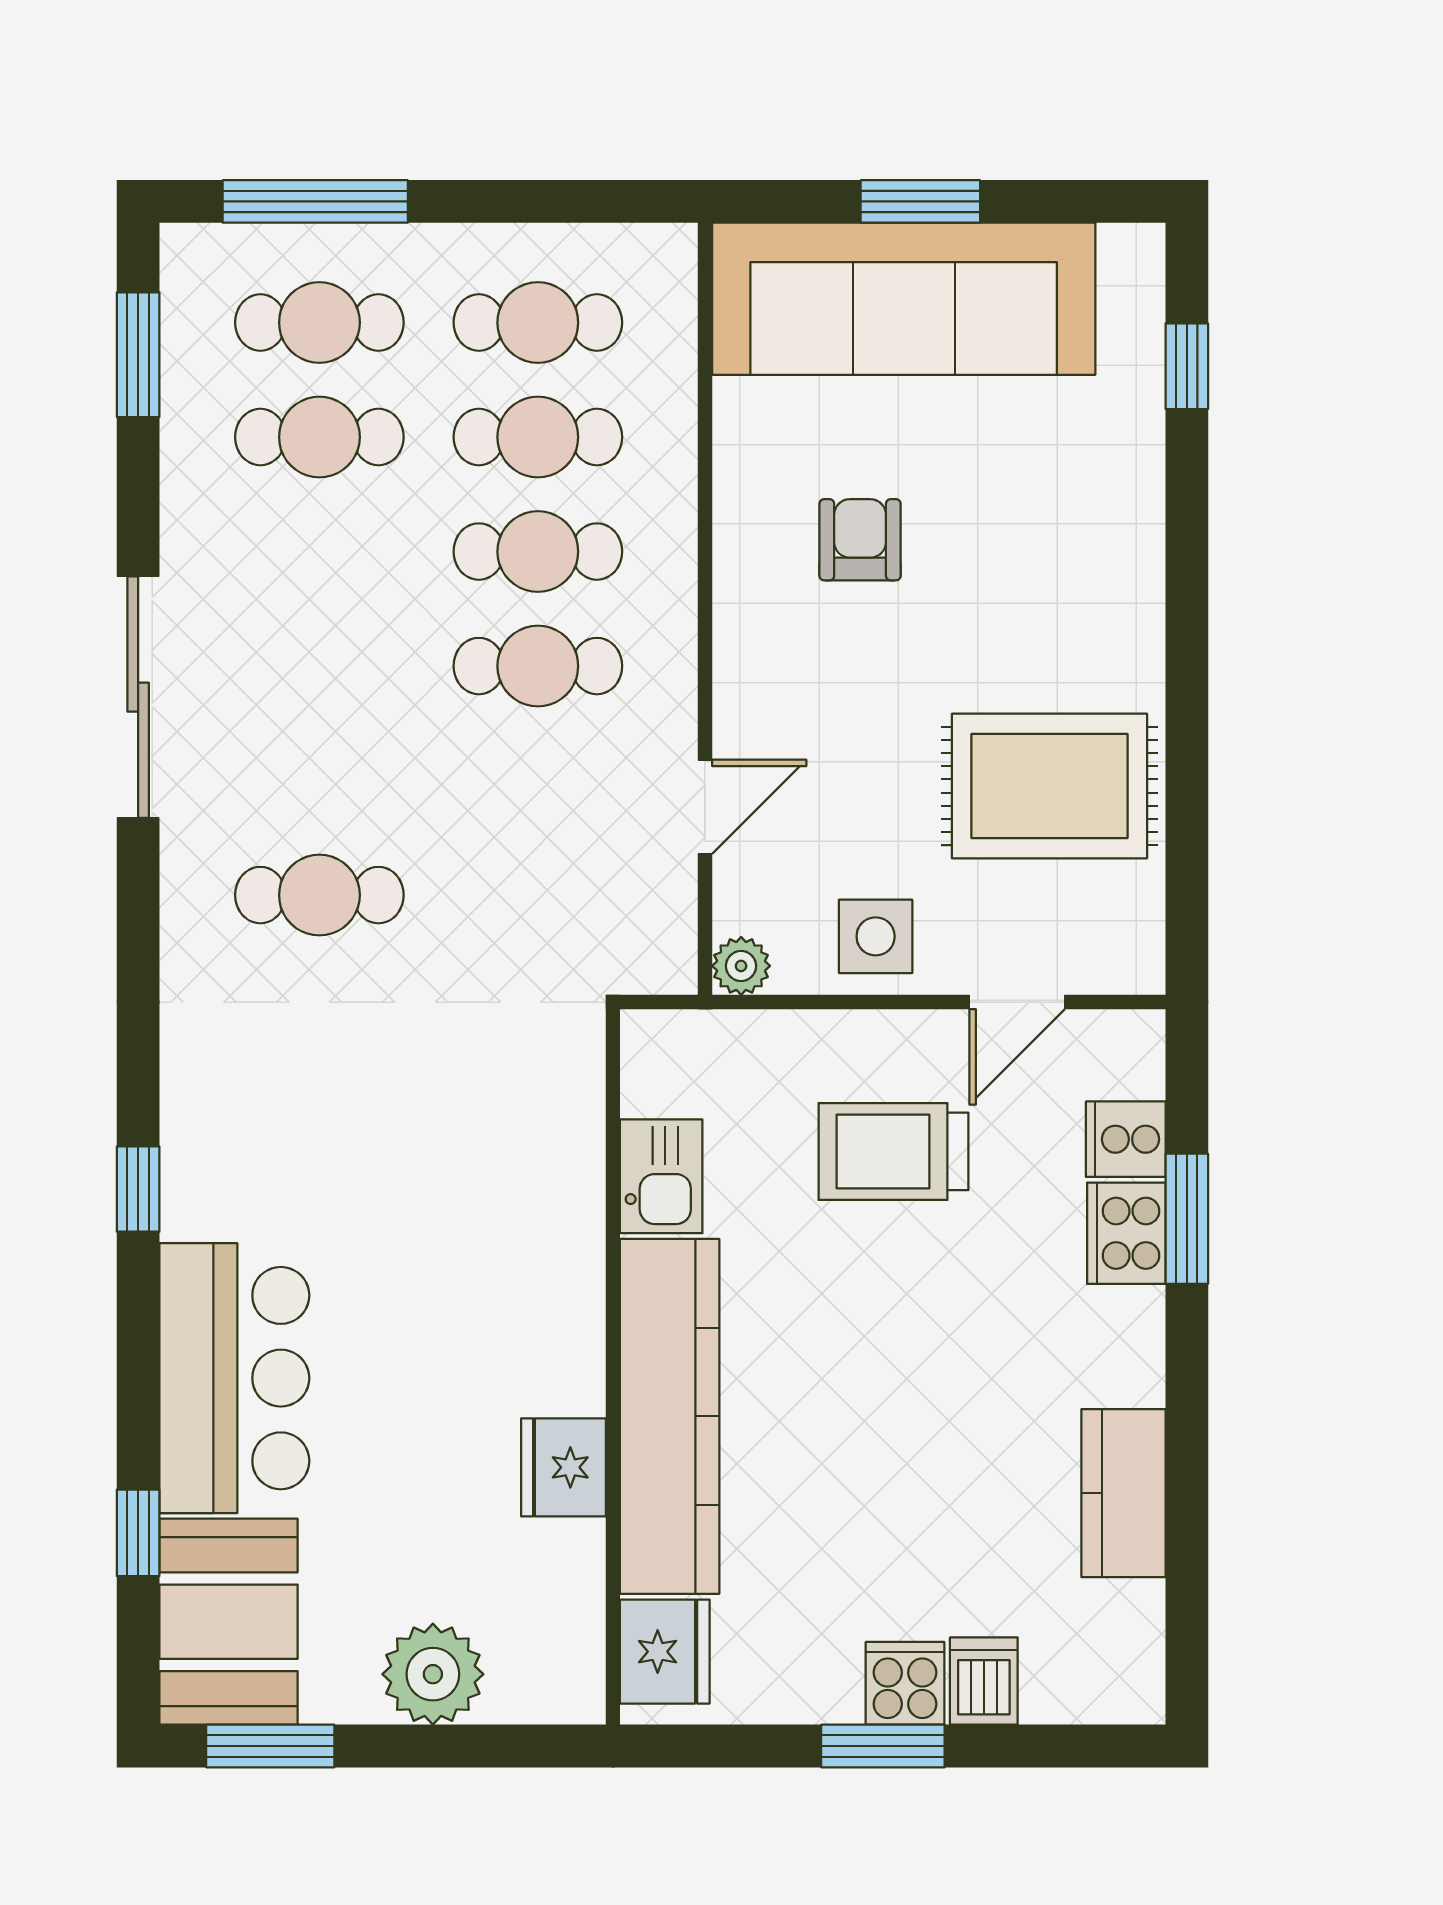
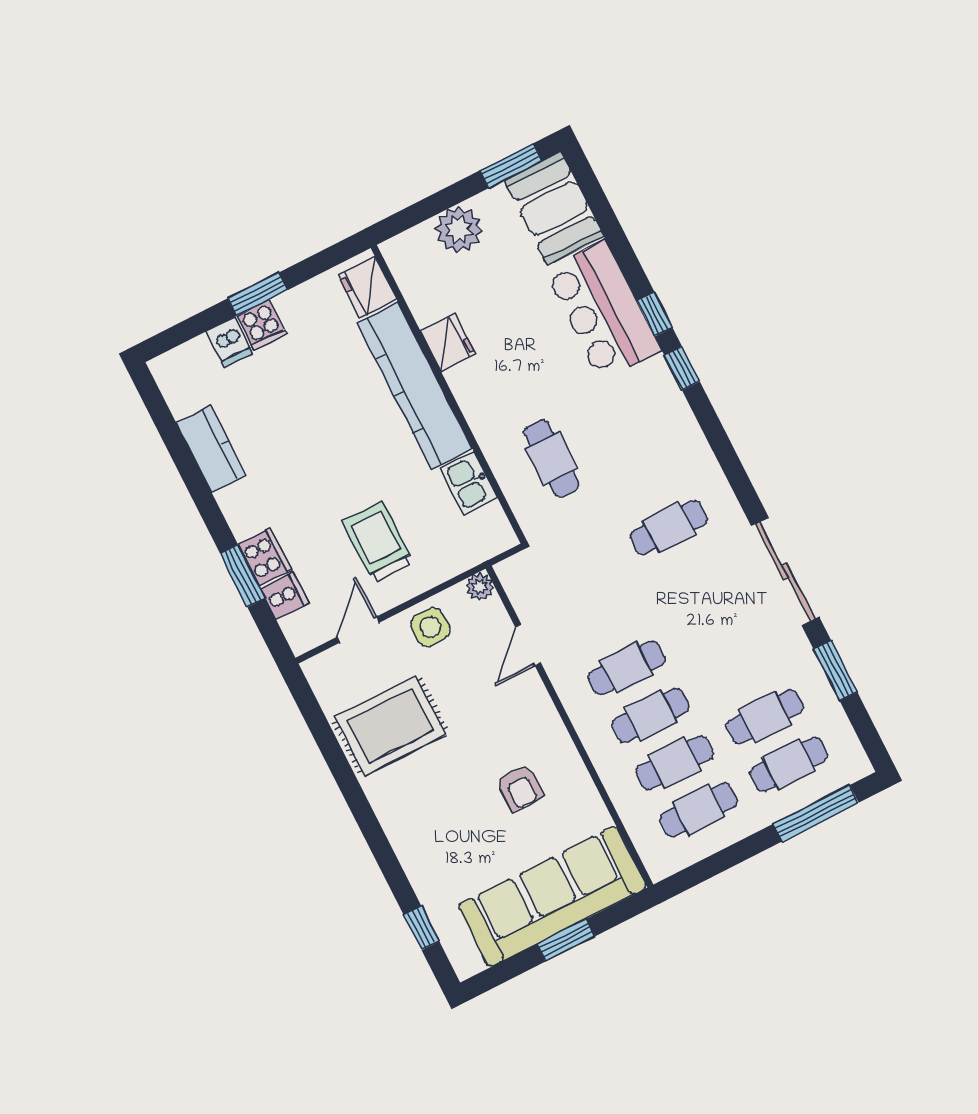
window: (138, 355) -> (835, 671), moved
cafe table: (478, 1143) -> (552, 458), added
trolley: (894, 1151) -> (378, 542), turned -90
window: (138, 1533) -> (655, 314), moved

